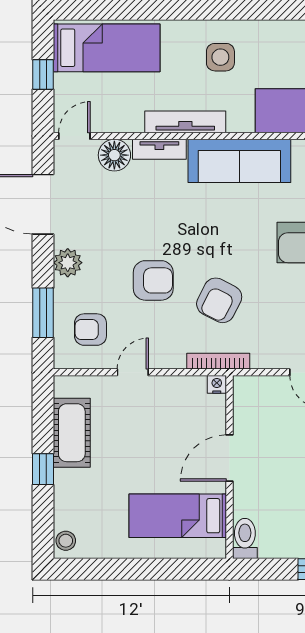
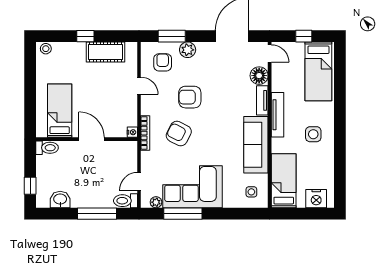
plant: (68, 263) -> (188, 50), moved
armchair: (153, 280) -> (190, 97), turned 90

